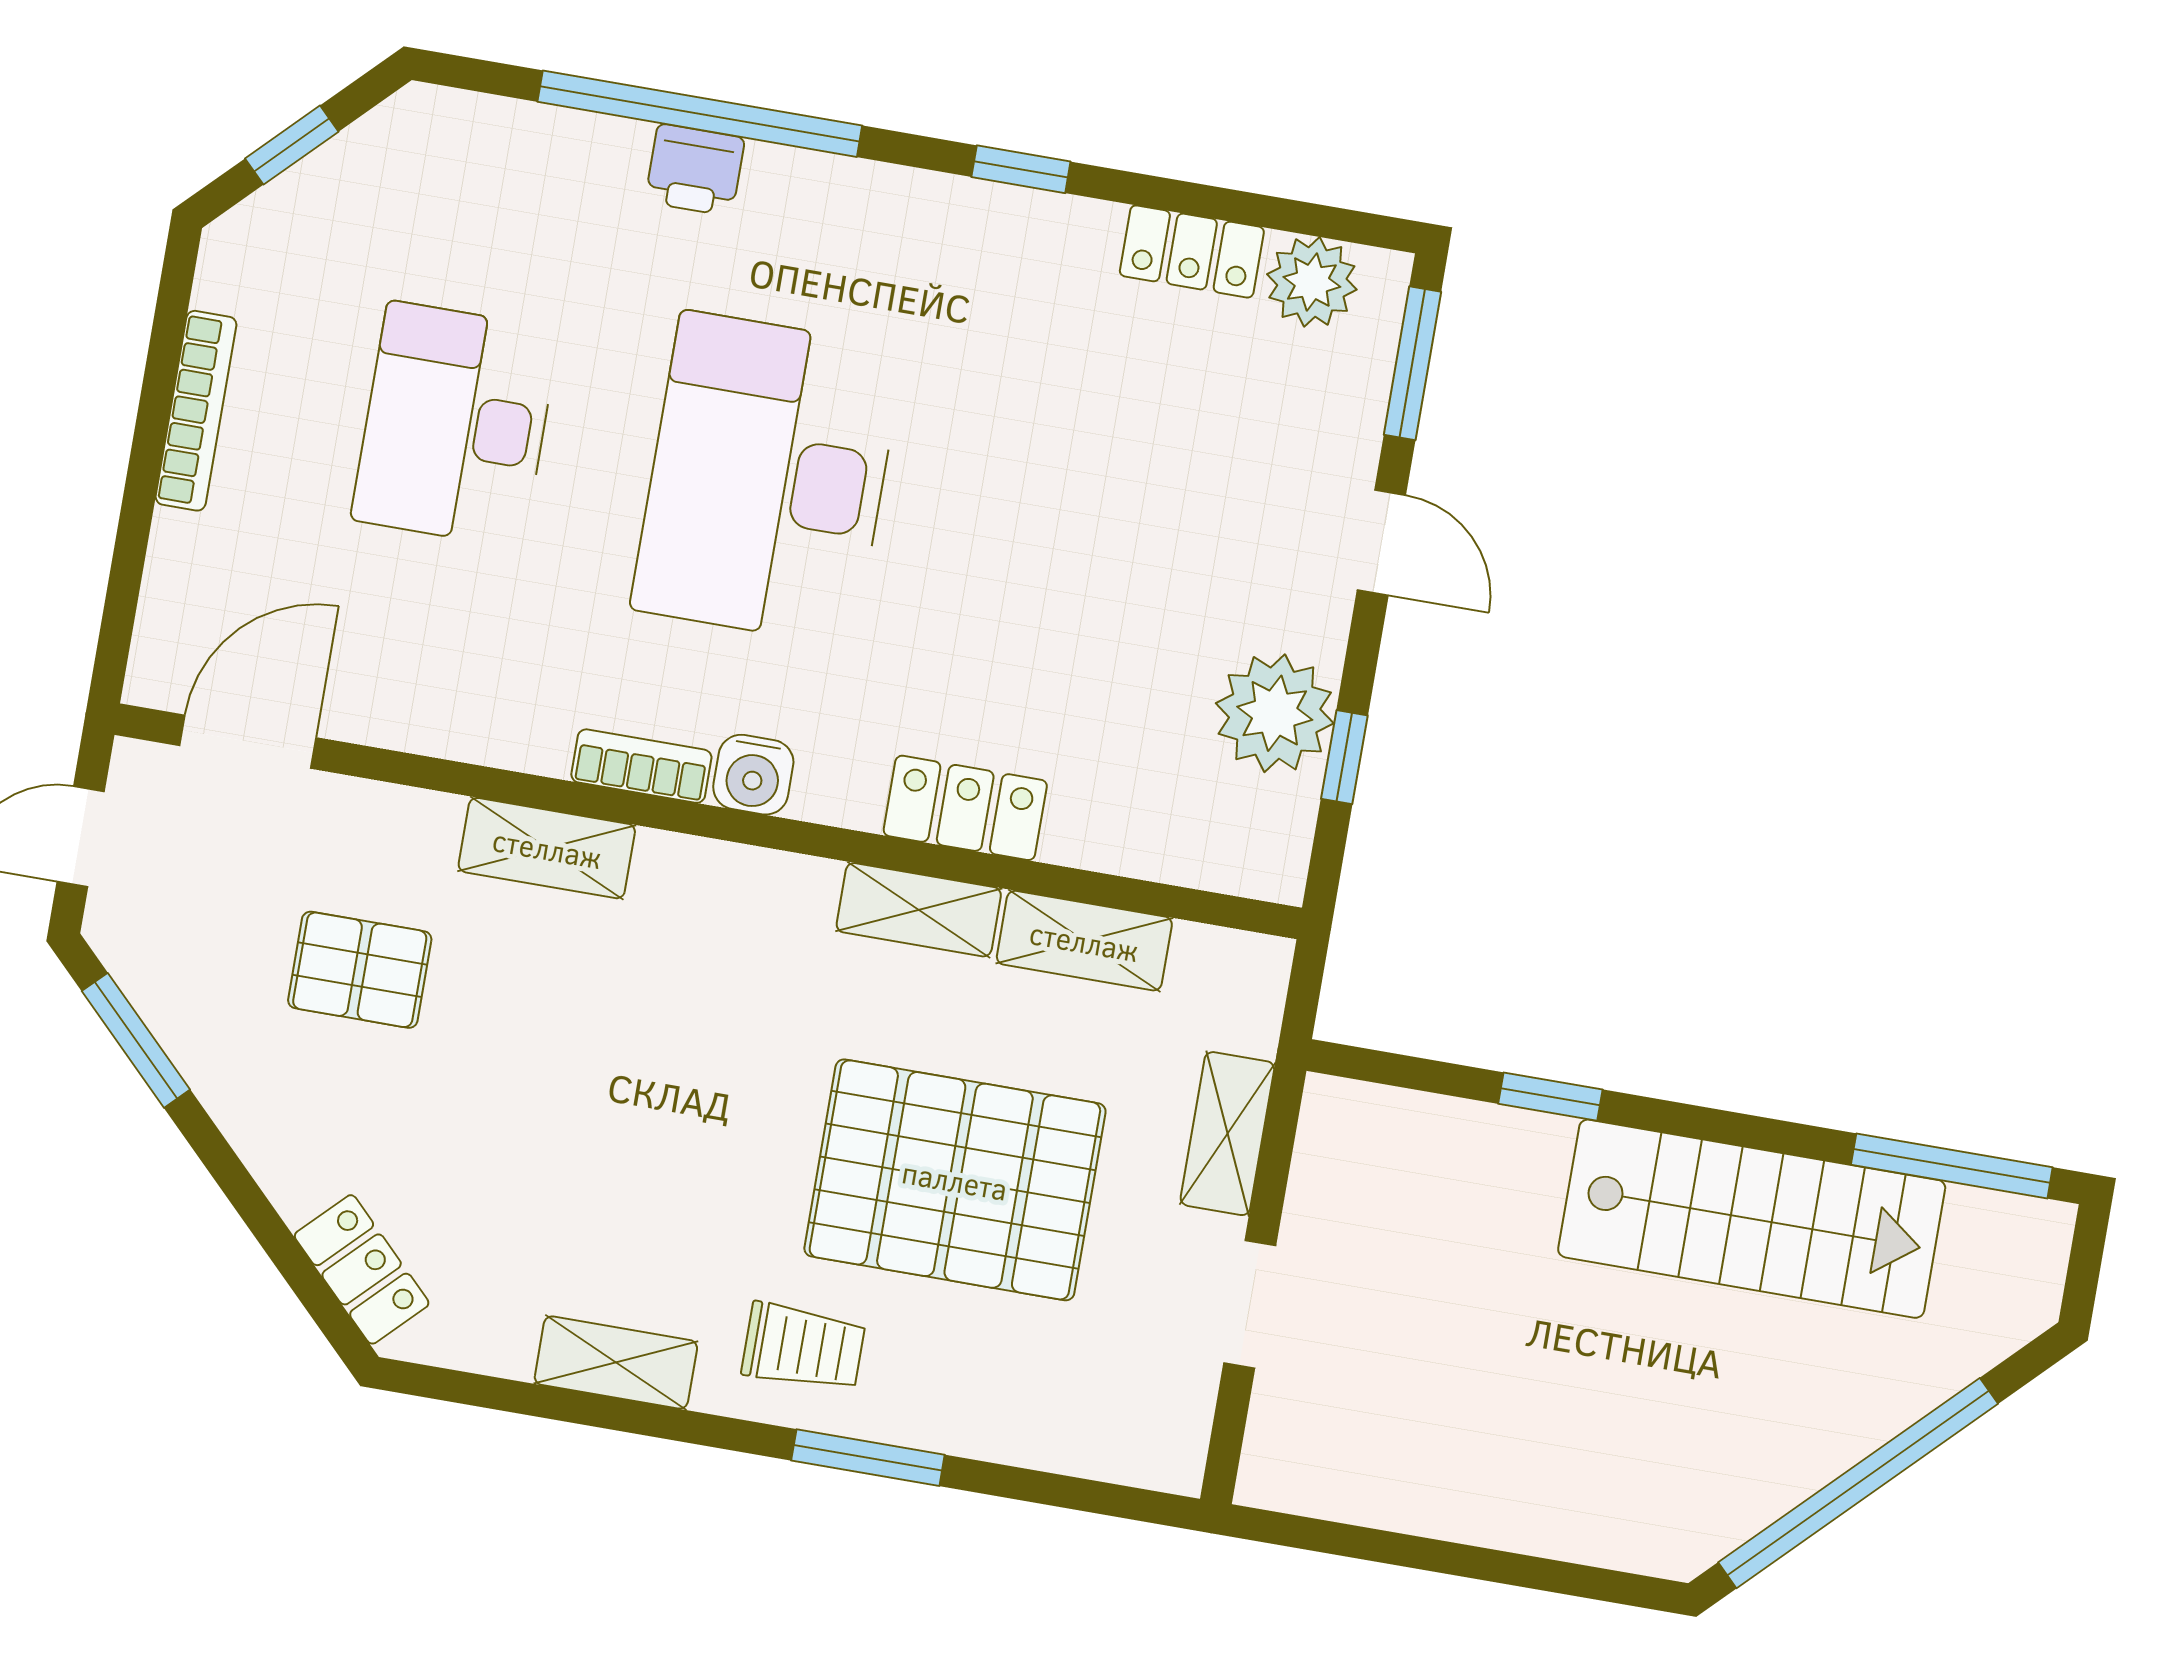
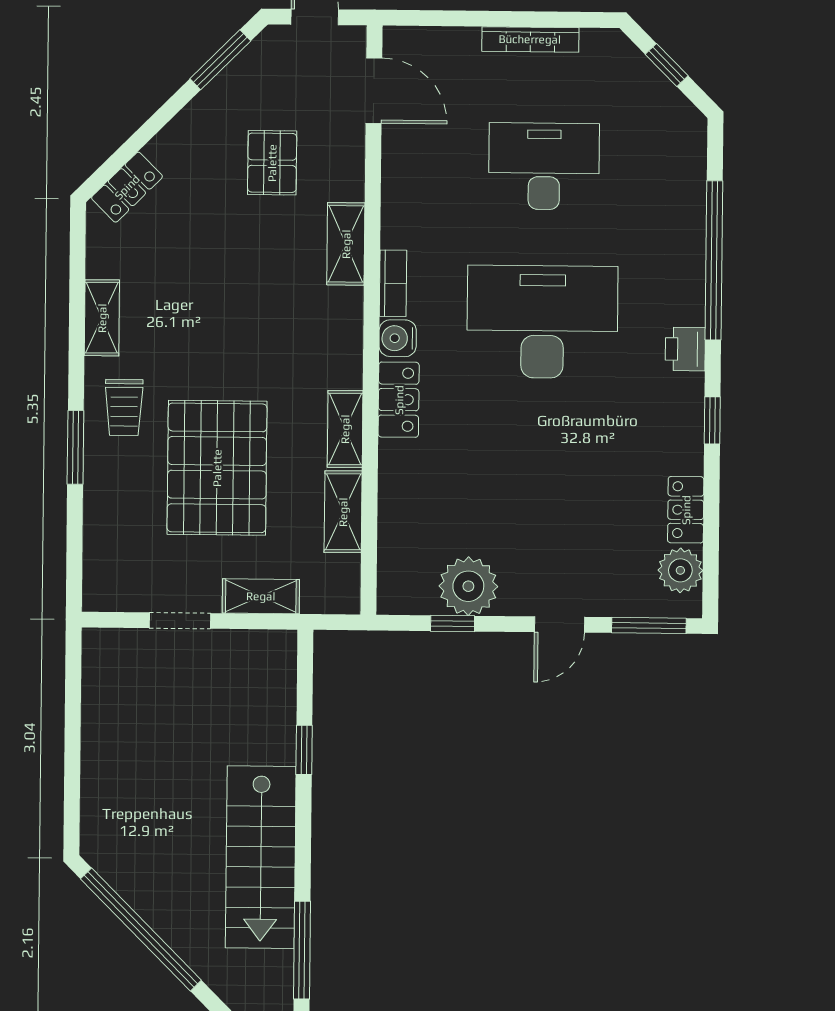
printer: (695, 170) -> (685, 349), moved
locker: (965, 808) -> (399, 400), moved

